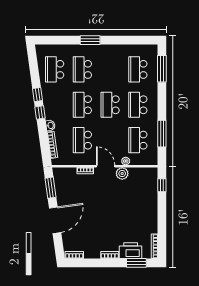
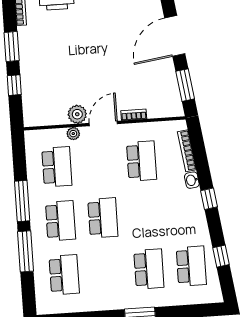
window: (162, 69) -> (26, 251), moved
window: (38, 95) -> (221, 256), moved
school desk: (82, 105) -> (145, 215), removed
window: (162, 134) -> (22, 201), moved
door: (106, 166) -> (103, 123), swing flipped
window: (162, 185) -> (14, 85), moved
window: (162, 221) -> (12, 47), added

